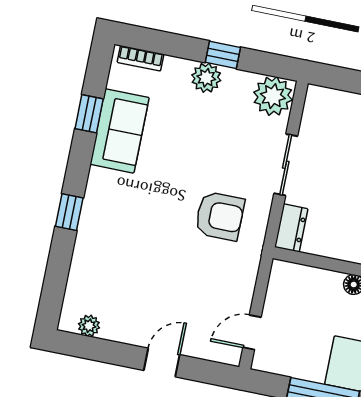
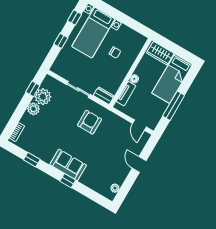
window: (223, 55) -> (33, 89), moved
plant: (273, 96) -> (43, 97), moved
sofa: (120, 131) -> (68, 165), moved
tv unit: (313, 277) -> (126, 94), added

